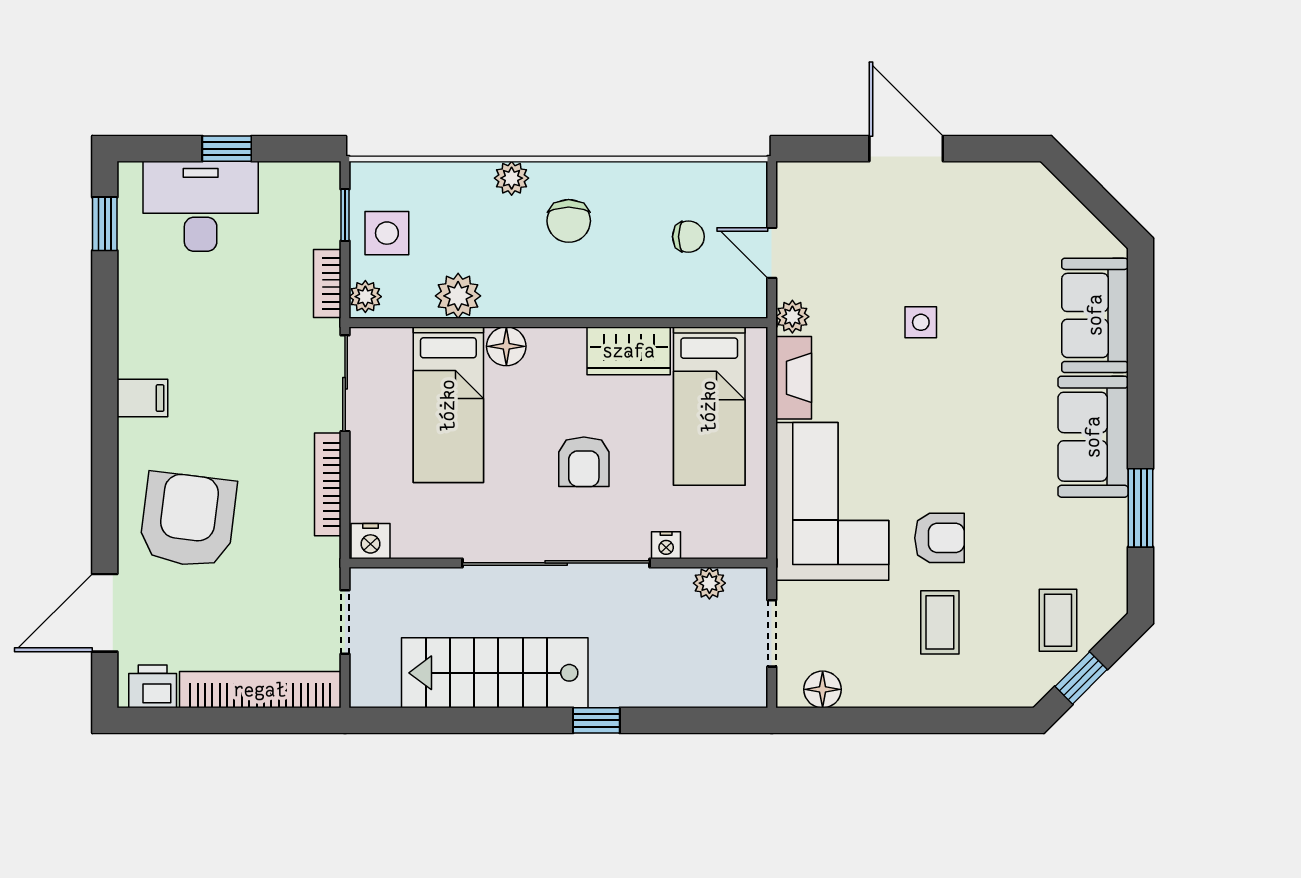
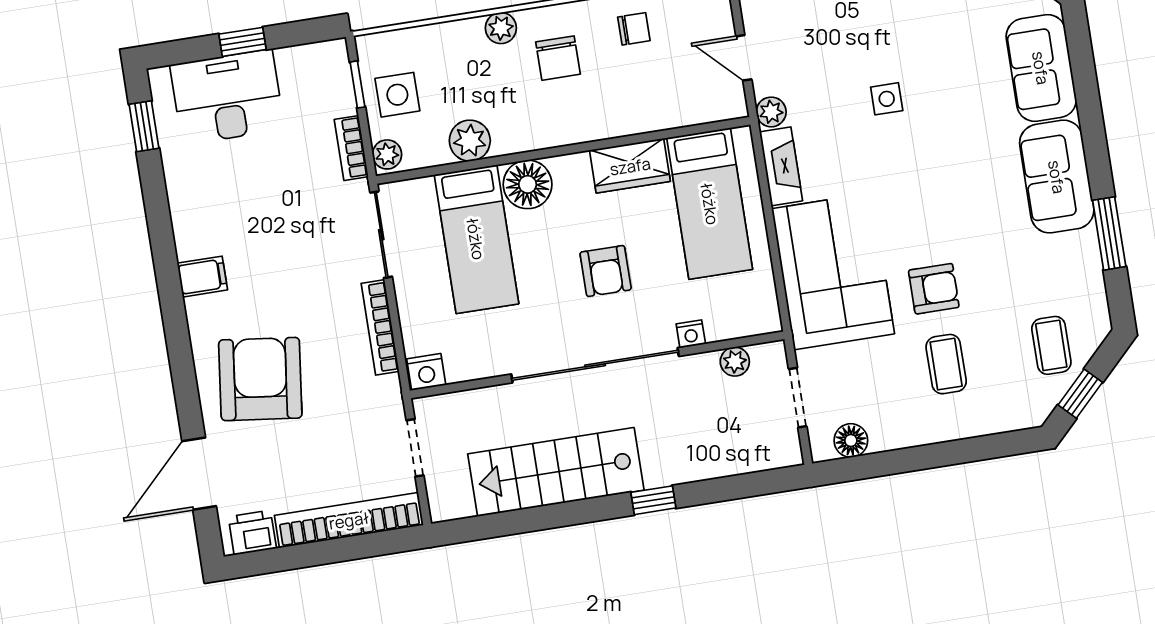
chair: (688, 237) -> (634, 29), moved
floor lamp: (506, 346) -> (528, 184), width x1.38, depth x1.38

